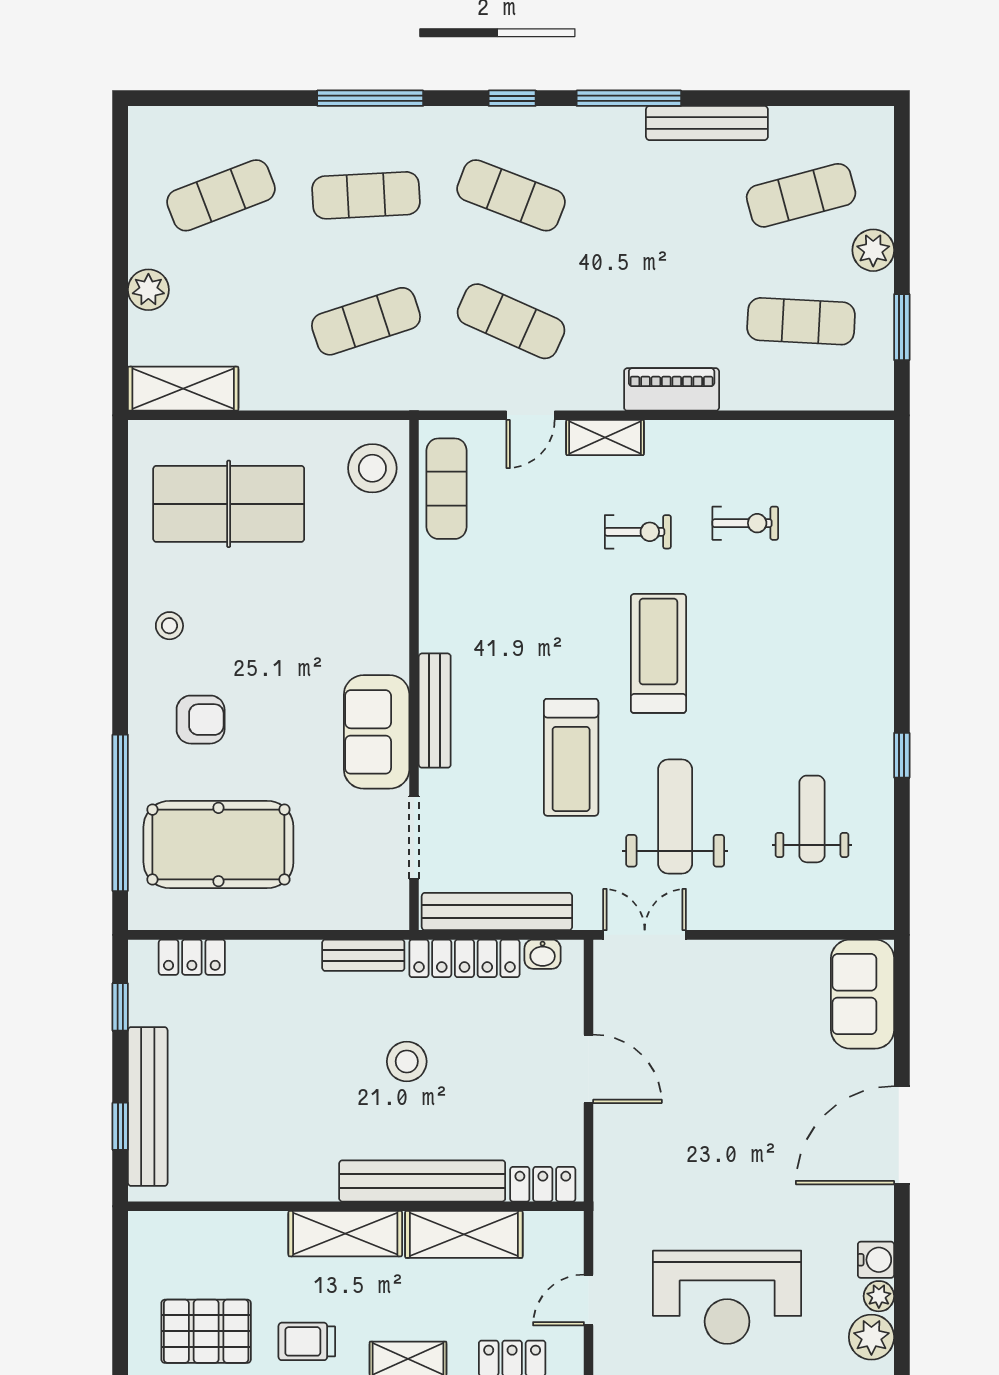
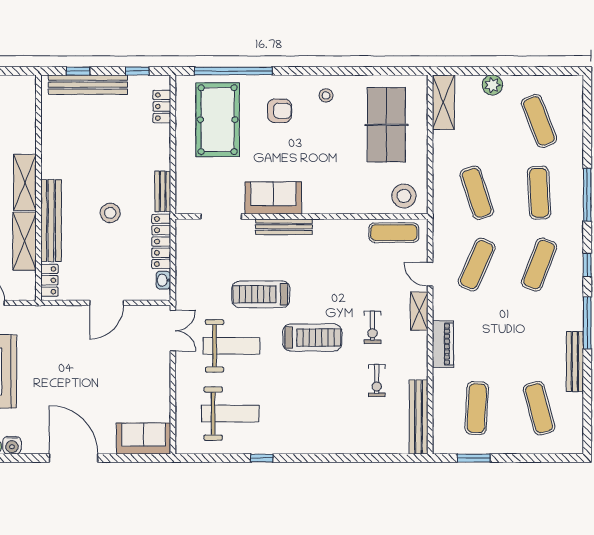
plant: (873, 250) -> (512, 444), removed
armchair: (201, 720) -> (279, 111), turned -90
weight bench: (812, 819) -> (230, 414), width x1.36, depth x1.33
bench: (497, 912) -> (419, 417), moved

